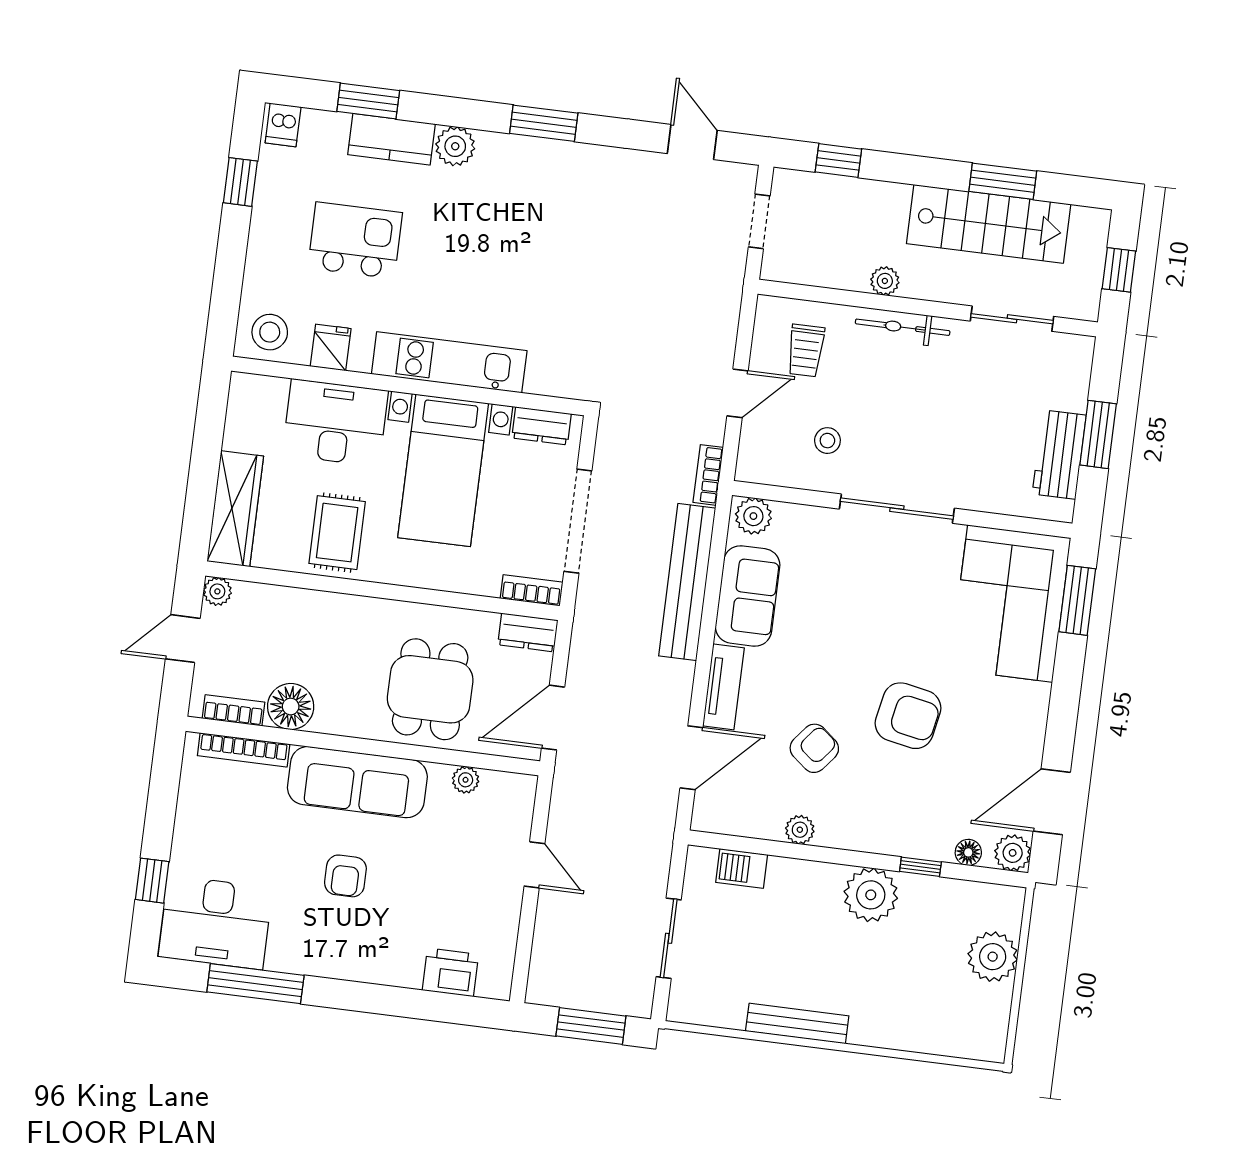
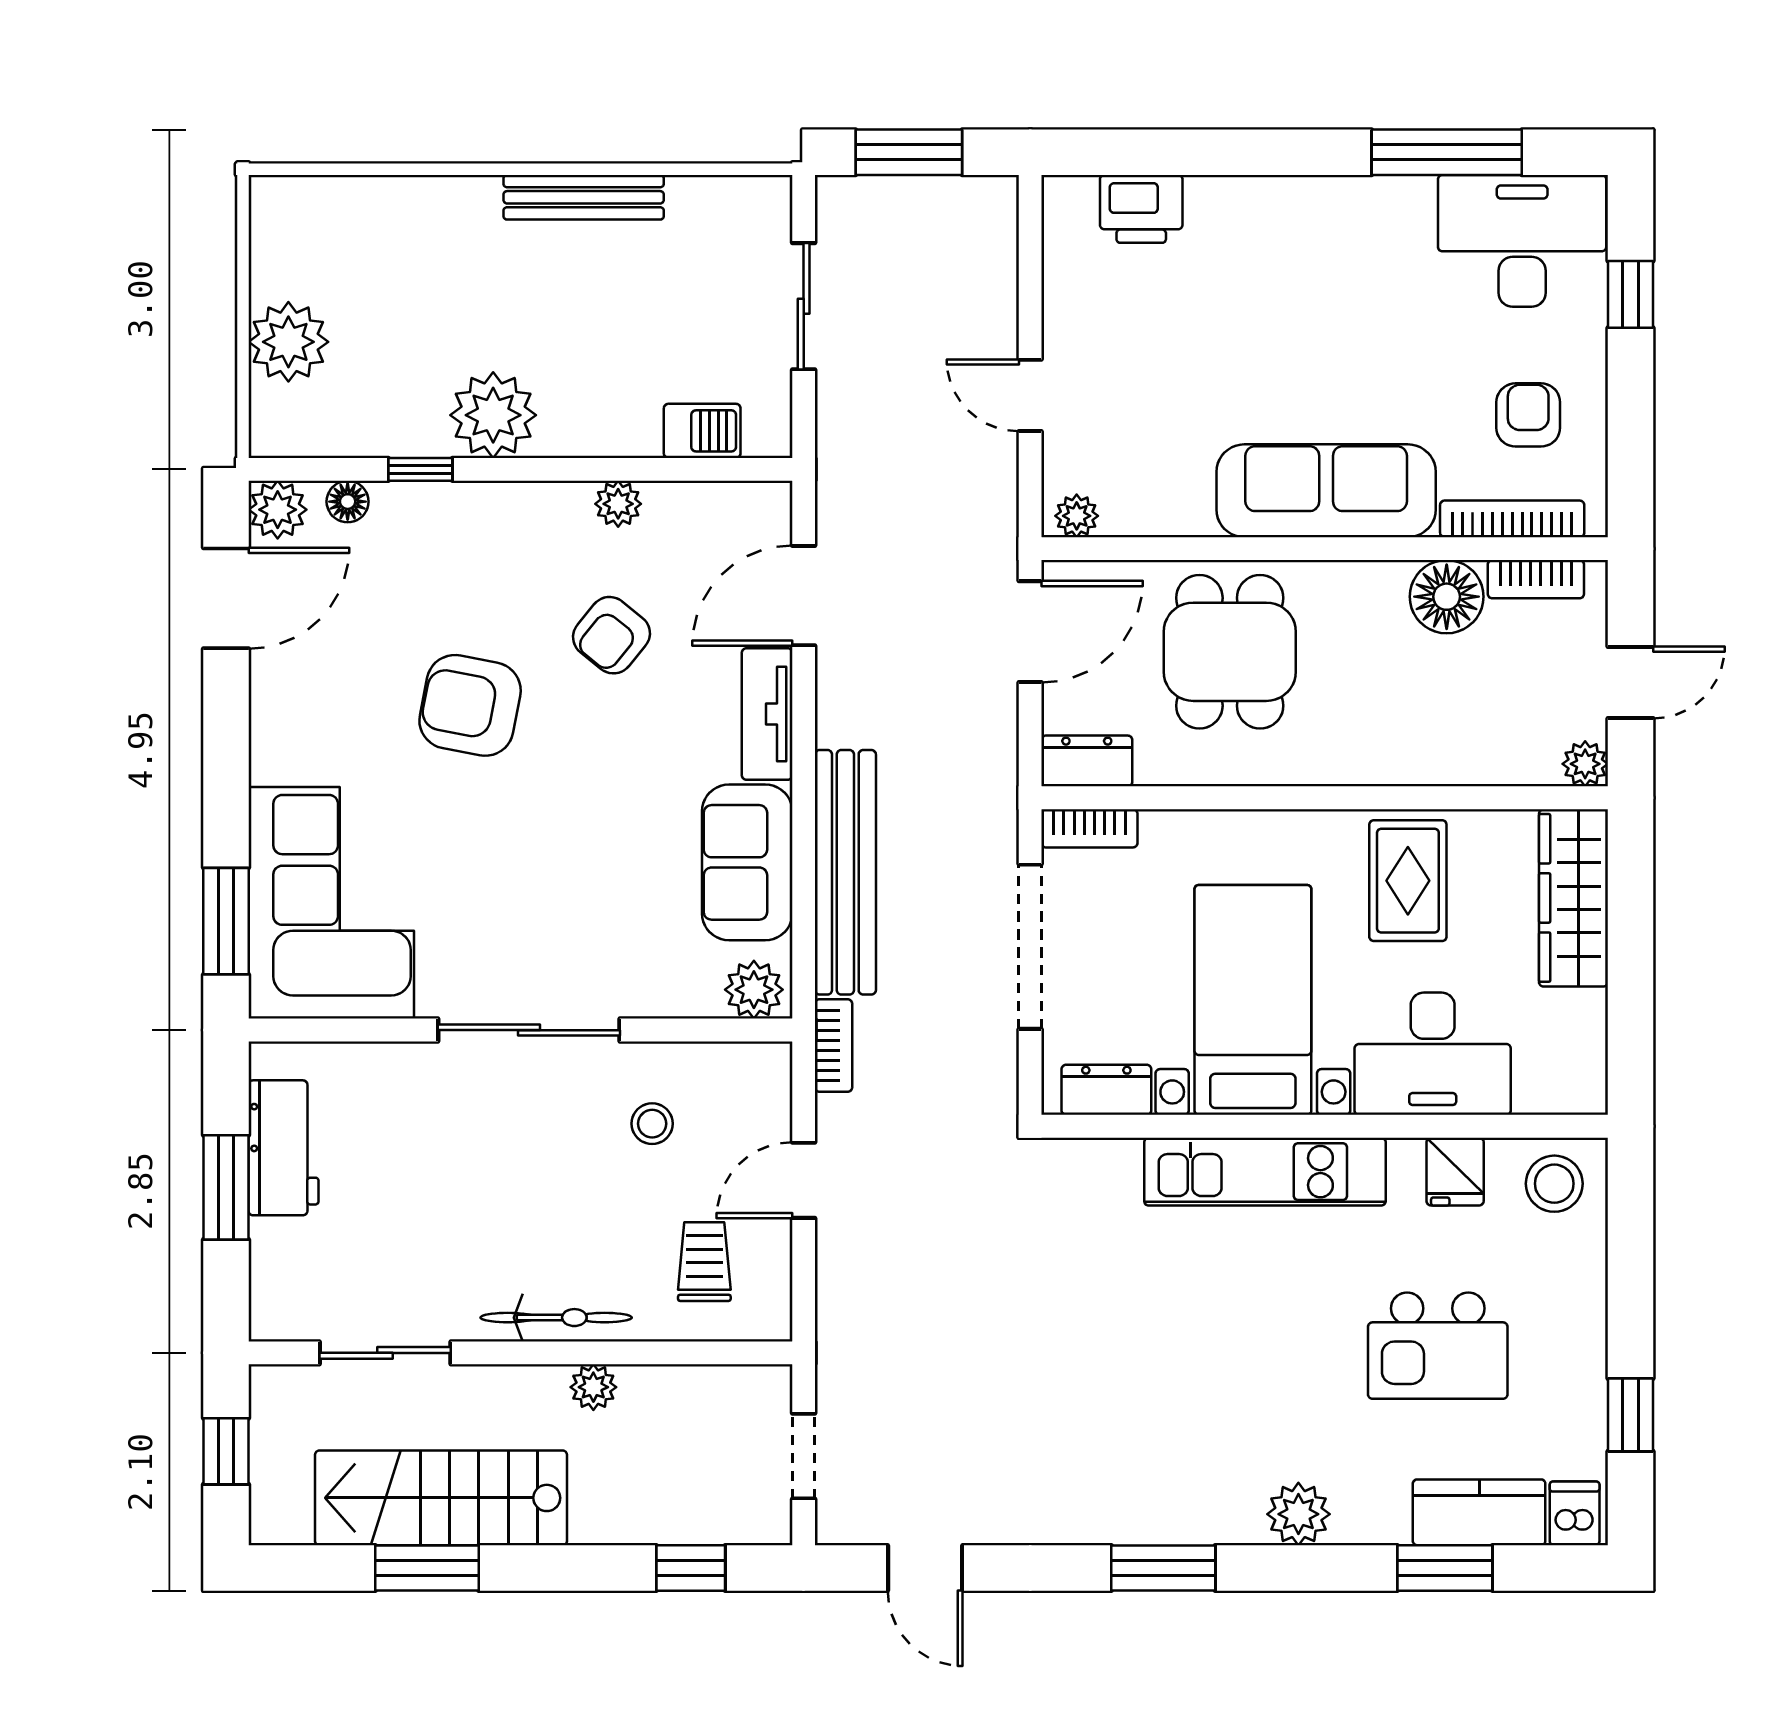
kitchen counter: (391, 139) -> (1479, 1512), moved
plant: (466, 780) -> (1077, 516), moved
armchair: (345, 876) -> (1528, 415), moved

